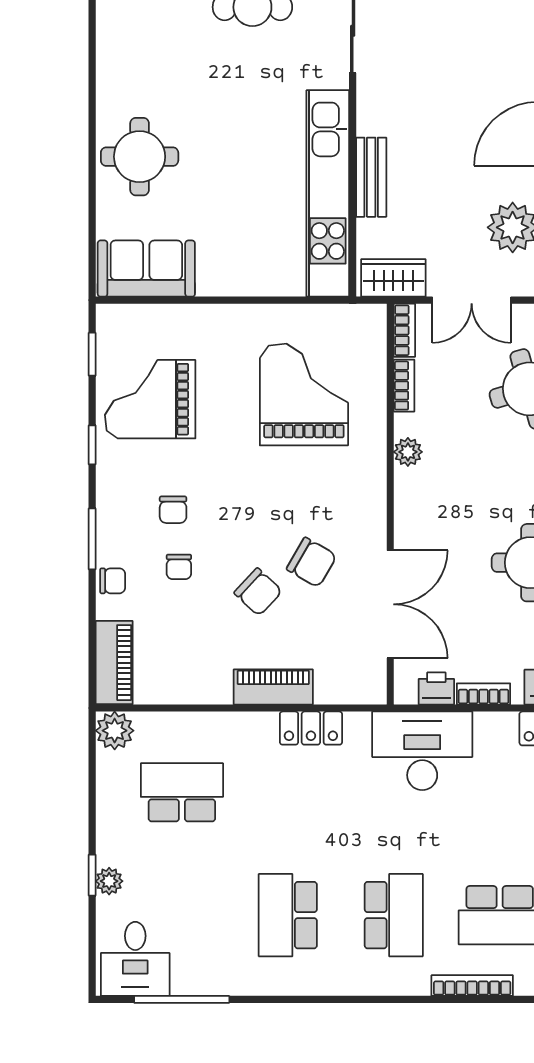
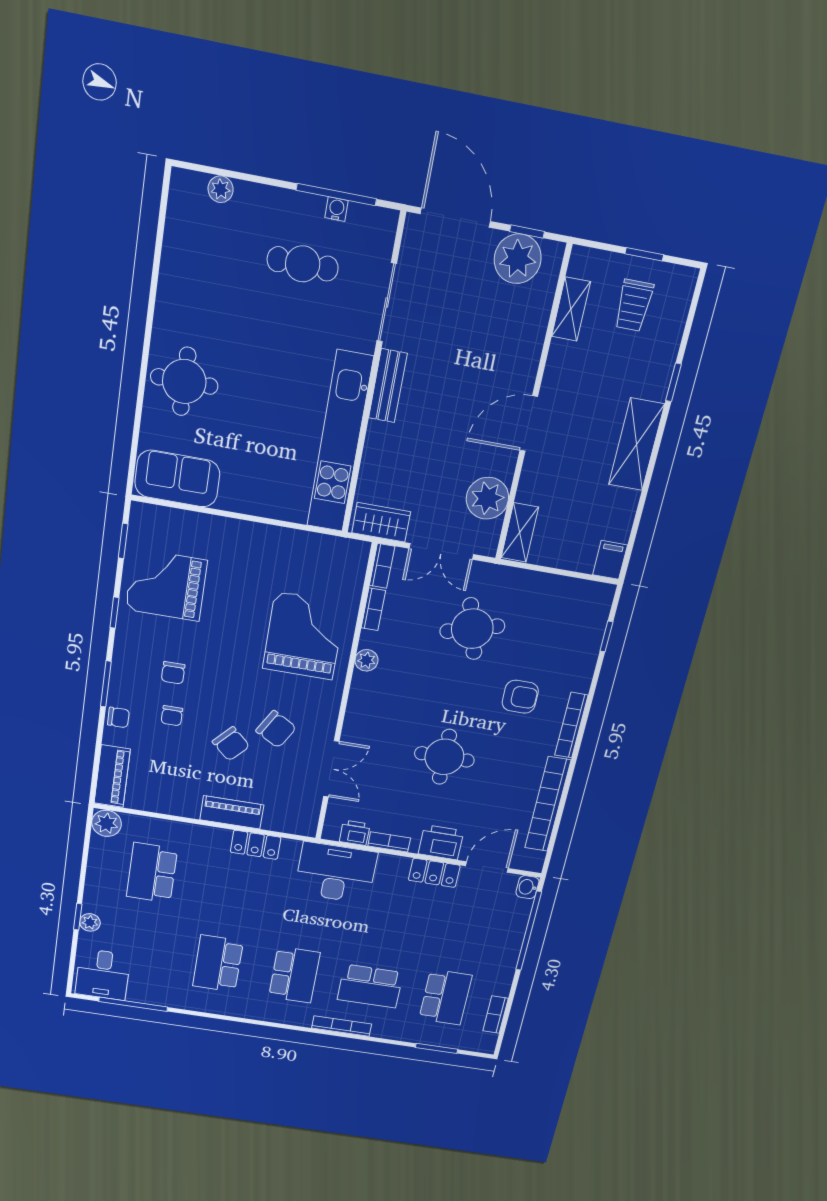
bench: (371, 177) -> (388, 386), moved
grand piano: (304, 395) -> (304, 636), moved
double door: (390, 604) -> (331, 769), width x0.73
school desk: (182, 792) -> (152, 873), turned -90

